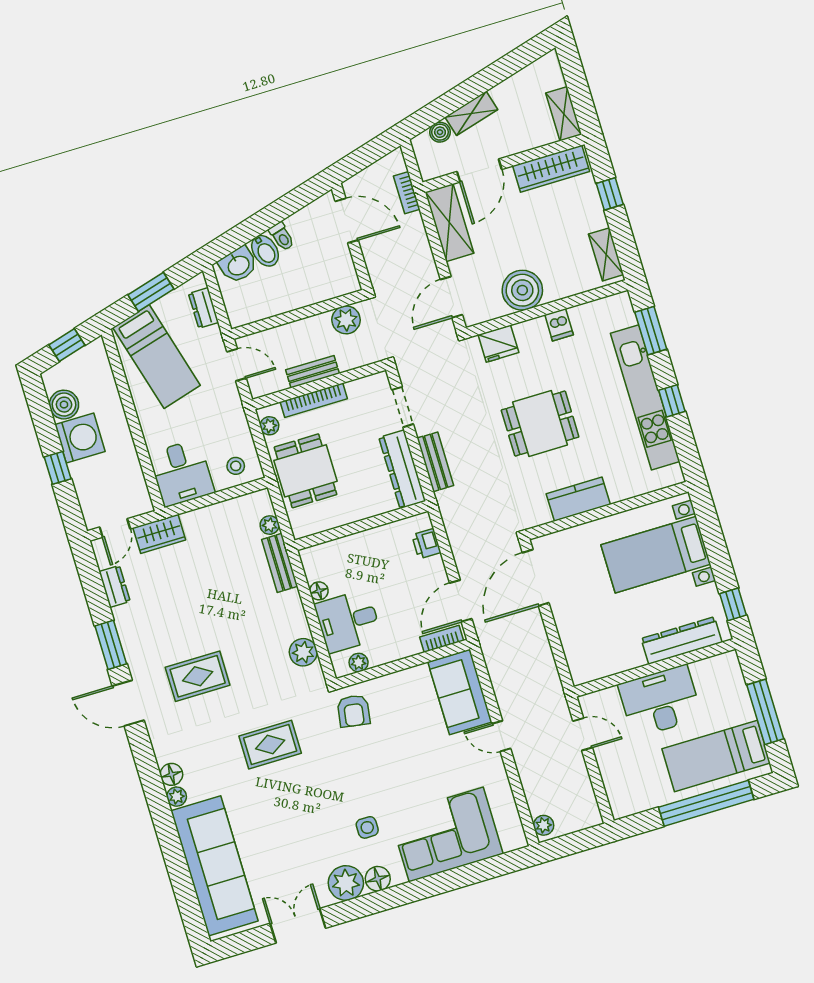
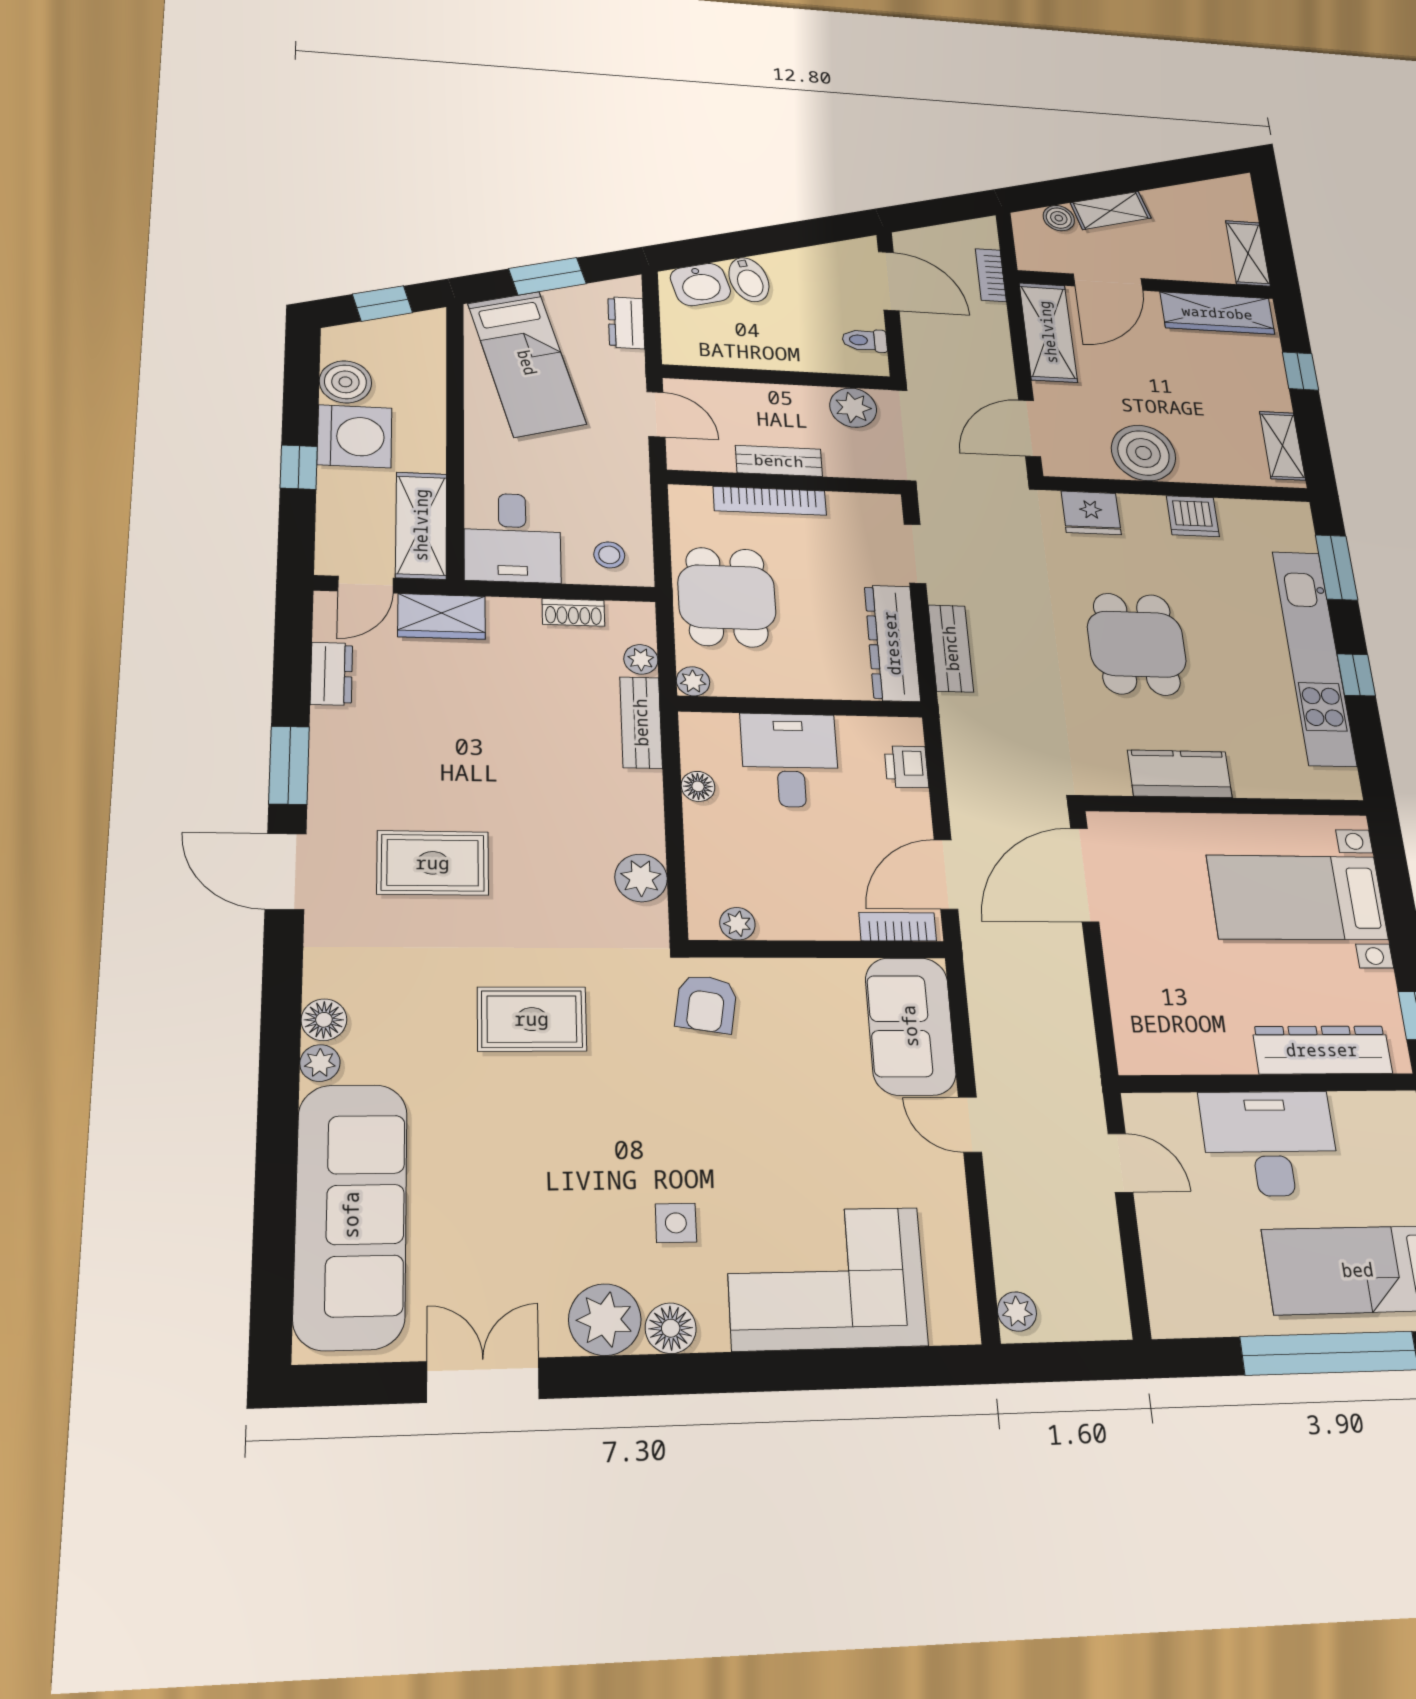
toilet: (282, 236) -> (865, 340), moved, turned 106
dishwasher: (559, 325) -> (1193, 516), width x1.38
dining table: (540, 424) -> (1137, 644), turned 90
plant: (269, 426) -> (693, 681), moved
shelving: (132, 482) -> (421, 525), added
shoe rack: (227, 508) -> (573, 612), added
desk: (348, 621) -> (790, 760), moved, turned 90

